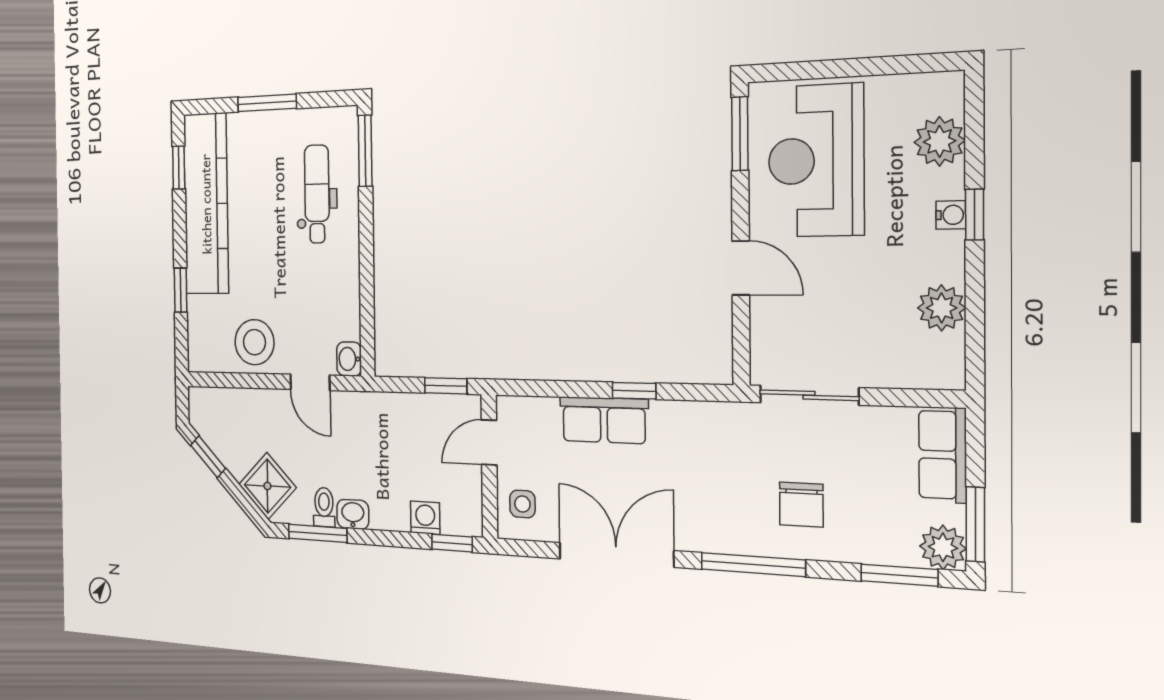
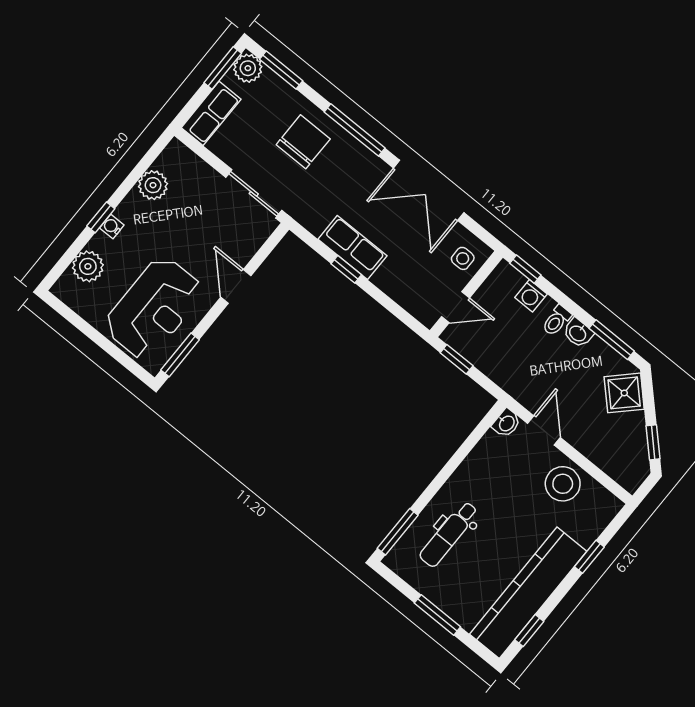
row of seats: (604, 420) -> (352, 247), moved
chair: (801, 505) -> (303, 142), width x1.37, depth x1.37
toilet: (324, 507) -> (557, 321), moved

